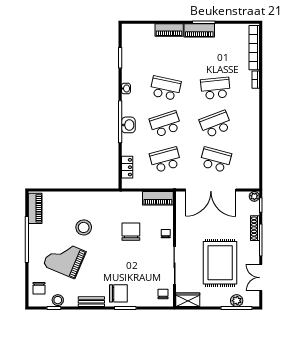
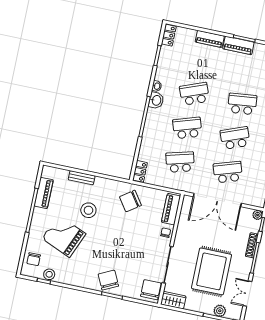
locker: (127, 35) -> (169, 35), added
school desk: (165, 88) -> (194, 94), turned -33
washbasin: (128, 125) -> (156, 100), moved
school desk: (215, 160) -> (228, 172), turned -33
locker: (127, 167) -> (140, 171), moved
piano: (158, 198) -> (171, 209), moved, turned 90
piano: (35, 208) -> (44, 193), moved
chair: (131, 232) -> (130, 201), moved, turned -125
chair: (118, 293) -> (108, 280), turned -116
chair: (163, 294) -> (151, 290), width x1.87, depth x1.87
bench: (91, 302) -> (82, 178), moved

